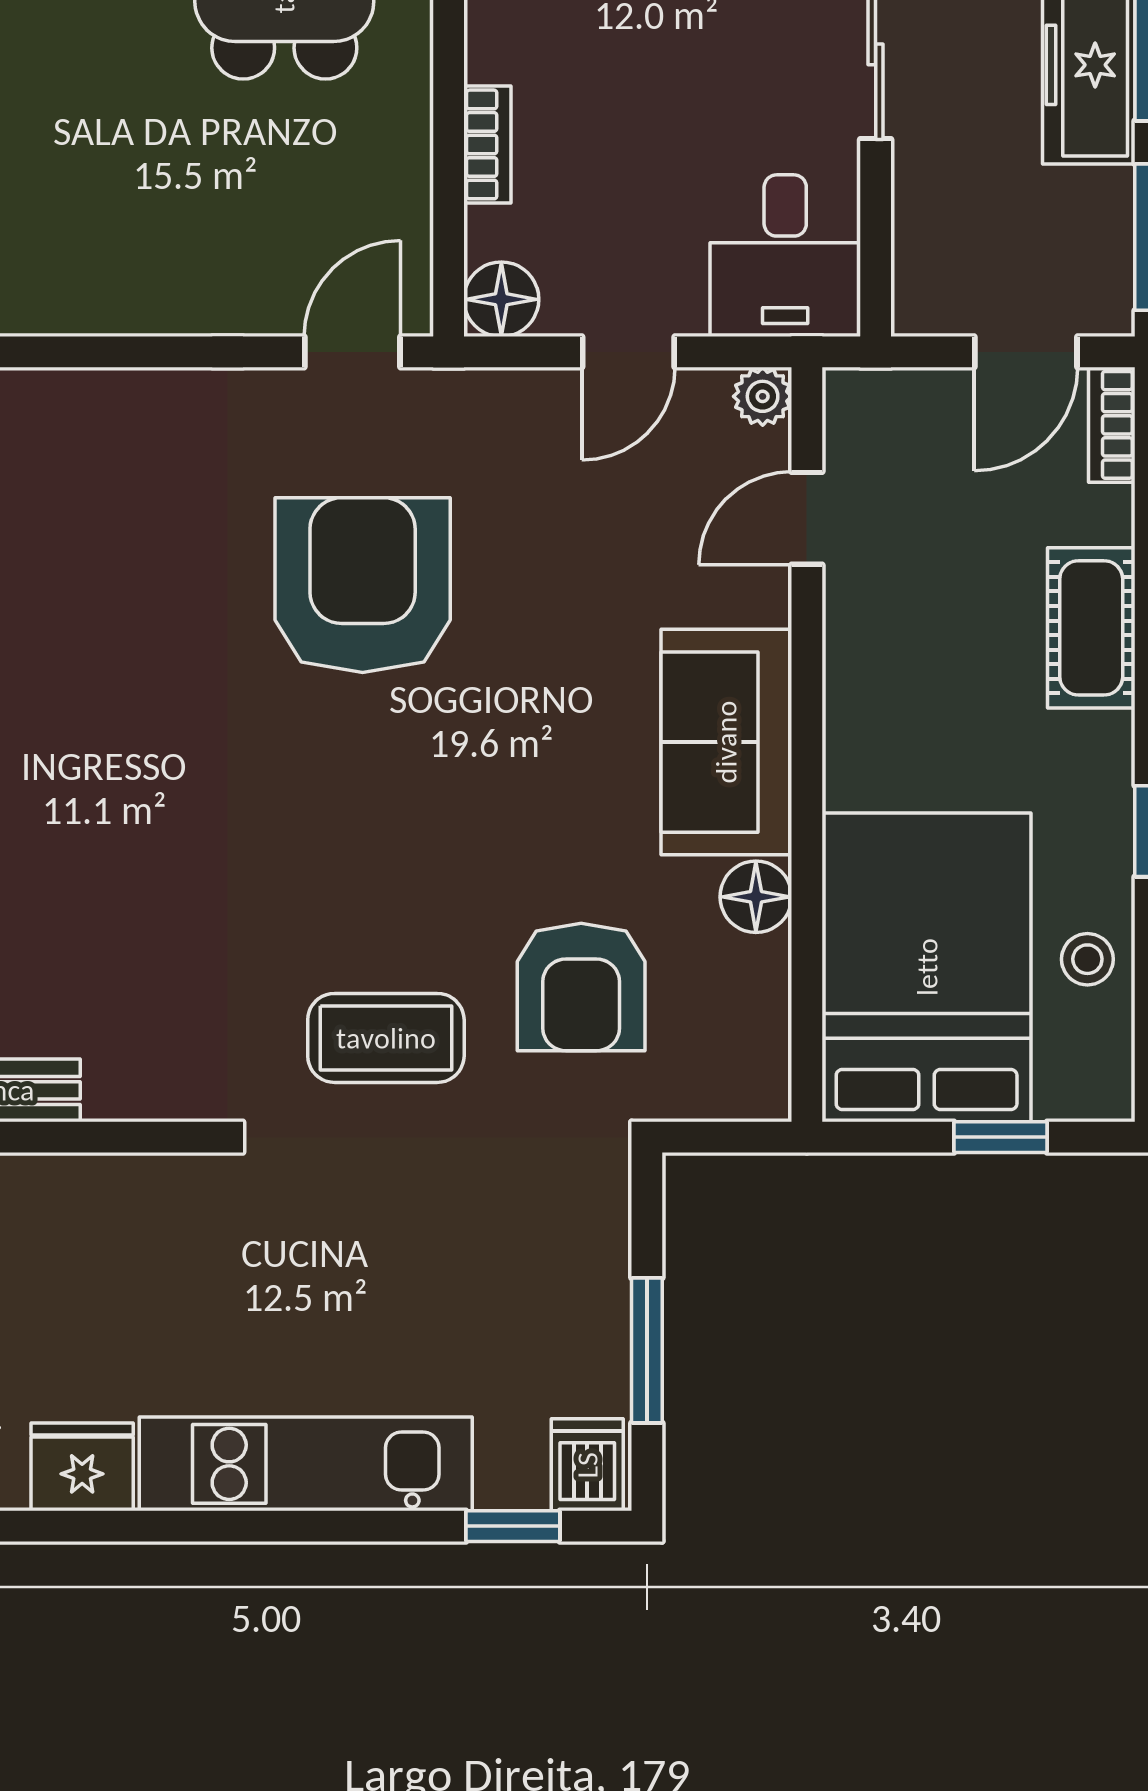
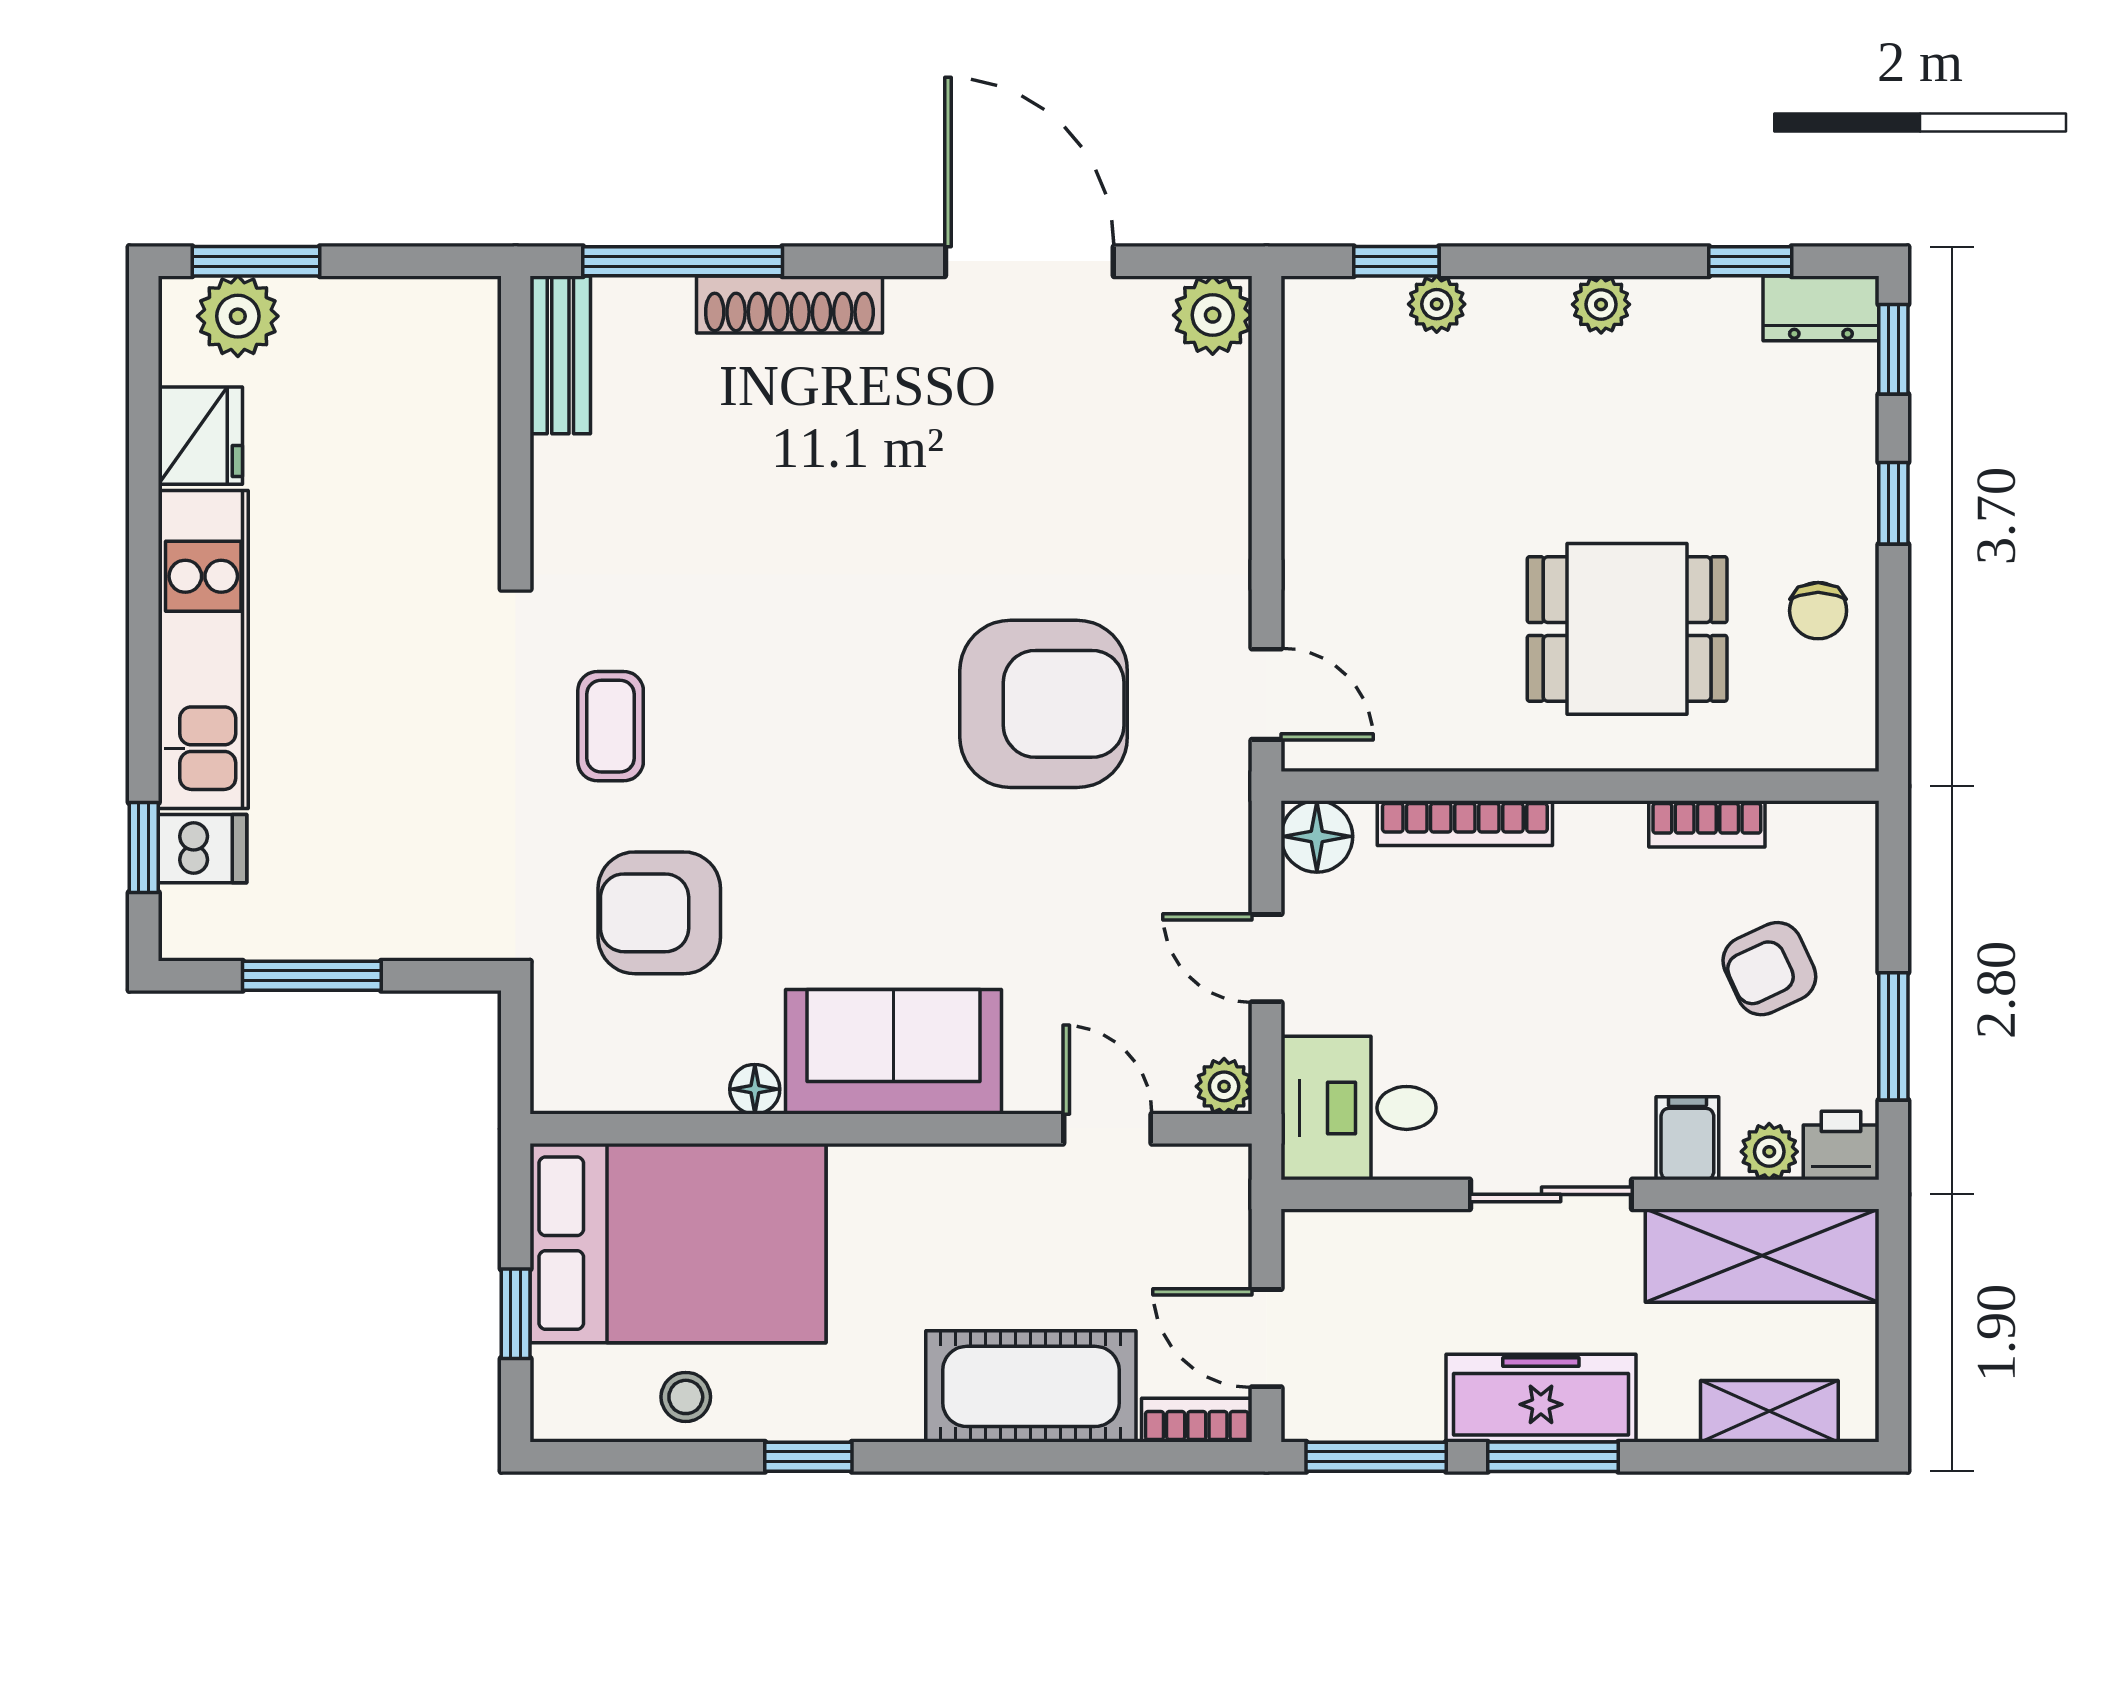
bookcase: (487, 144) -> (1465, 823), width x1.56
cot: (1091, 628) -> (1031, 1386), width x1.37, depth x1.34
floor lamp: (756, 897) -> (755, 1089), width x0.73, depth x0.73
coffee table: (386, 1038) -> (611, 726), width x0.73, depth x0.77
dishwasher: (587, 1465) -> (202, 849), moved

